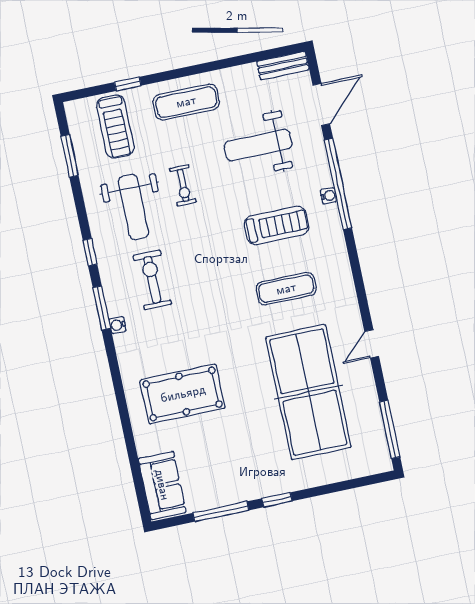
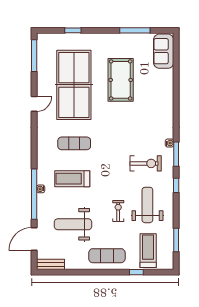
weight bench: (258, 145) -> (73, 224), turned 180
exercise bike: (152, 280) -> (146, 163), turned -90
pool table: (183, 394) -> (121, 80), moved, turned 90
window: (277, 500) -> (73, 30), moved

